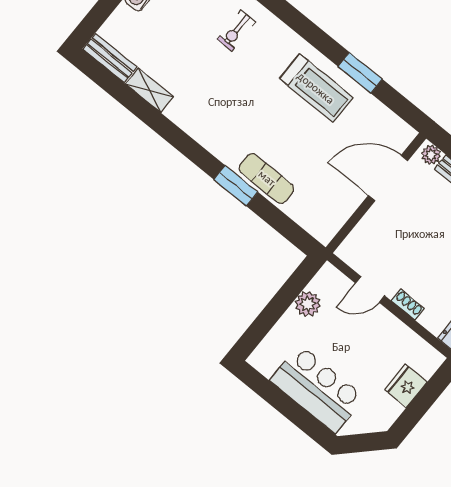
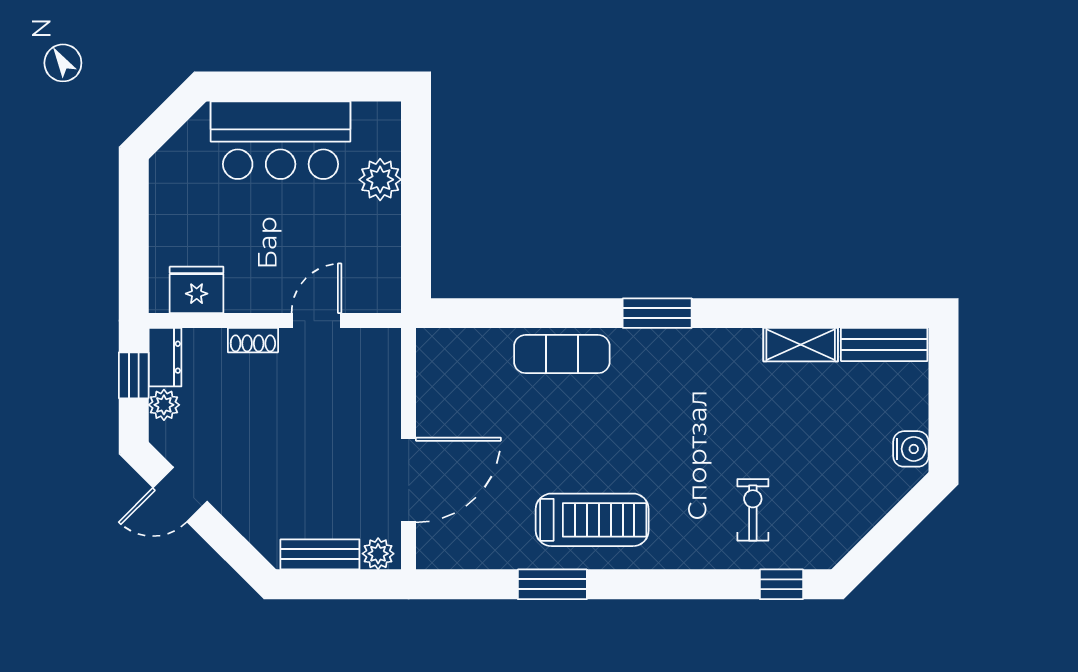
treadmill: (316, 88) -> (592, 520), turned 180
window: (236, 186) -> (657, 313), moved
plant: (308, 304) -> (380, 180), moved
fridge: (406, 386) -> (197, 290), moved, turned -90

